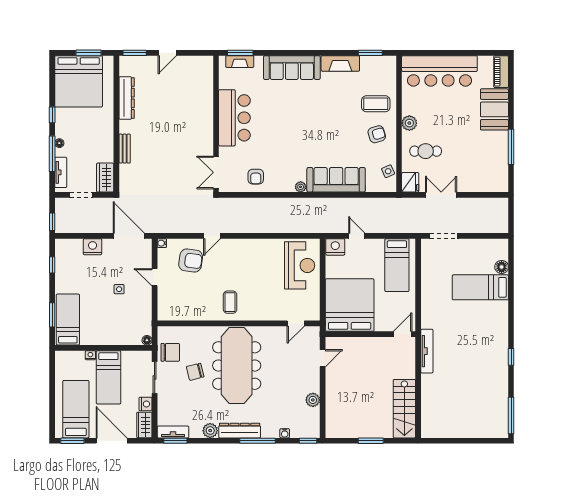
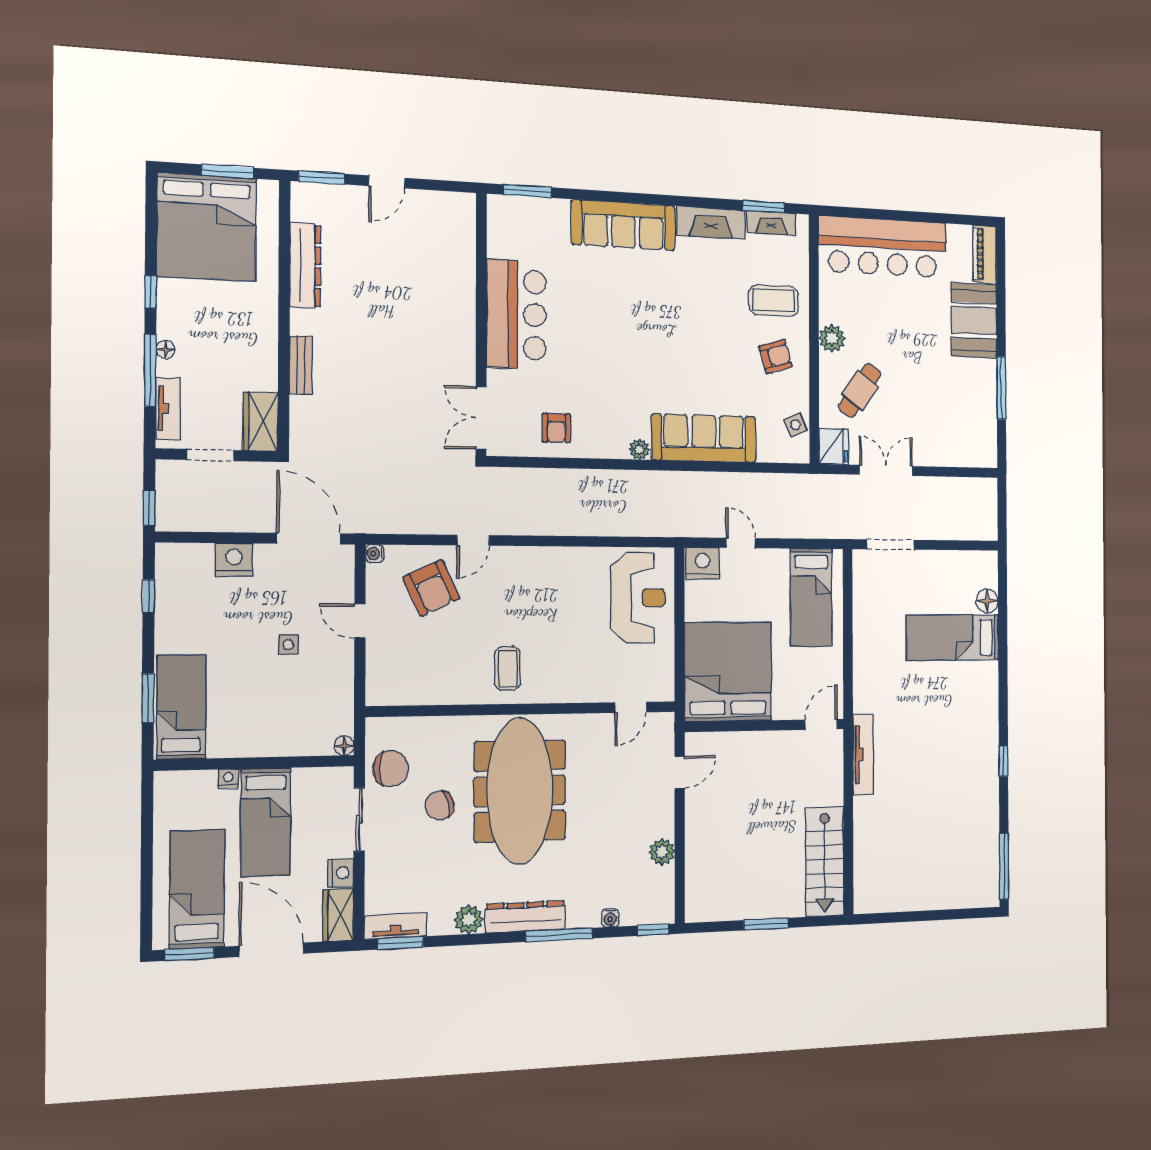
fireplace: (240, 62) -> (771, 223), moved
cafe table: (426, 151) -> (860, 390), turned -55
armchair: (191, 261) -> (431, 588), turned 57

